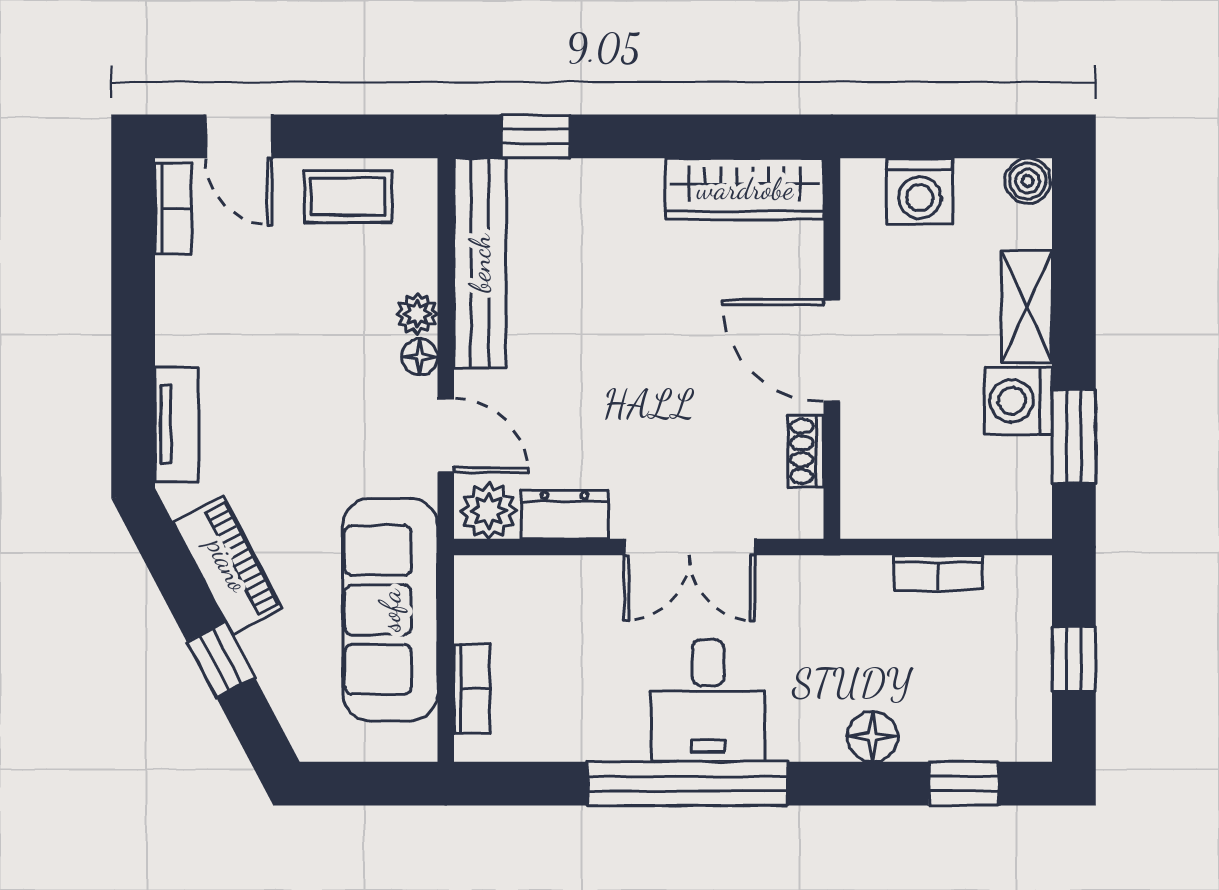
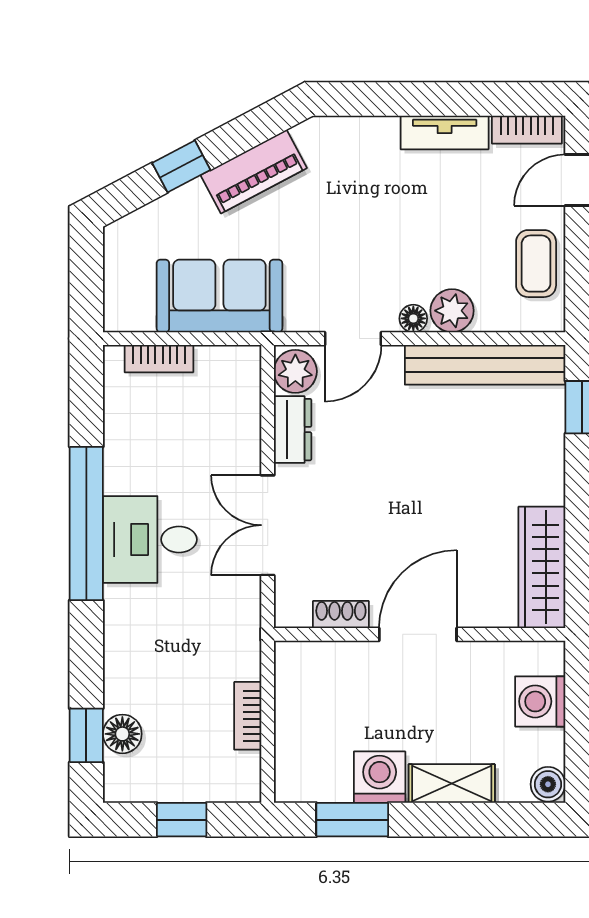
plant: (417, 314) -> (452, 311), width x1.38, depth x1.38
tv unit: (177, 424) -> (445, 133), moved
sofa: (390, 610) -> (219, 296), width x0.73
floor lamp: (873, 737) -> (122, 734), moved

